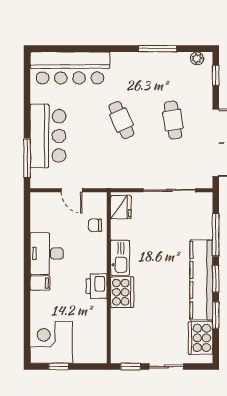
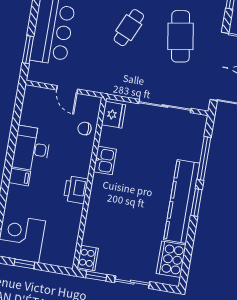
cafe table: (121, 120) -> (129, 28), turned 48
cafe table: (173, 120) -> (181, 36), width x1.37, depth x1.35
window: (27, 158) -> (28, 50), width x0.69
kitchen sink: (120, 258) -> (105, 160), width x0.73
cooker: (122, 292) -> (88, 258), moved, width x0.73, depth x0.76
window: (216, 315) -> (190, 239), removed

